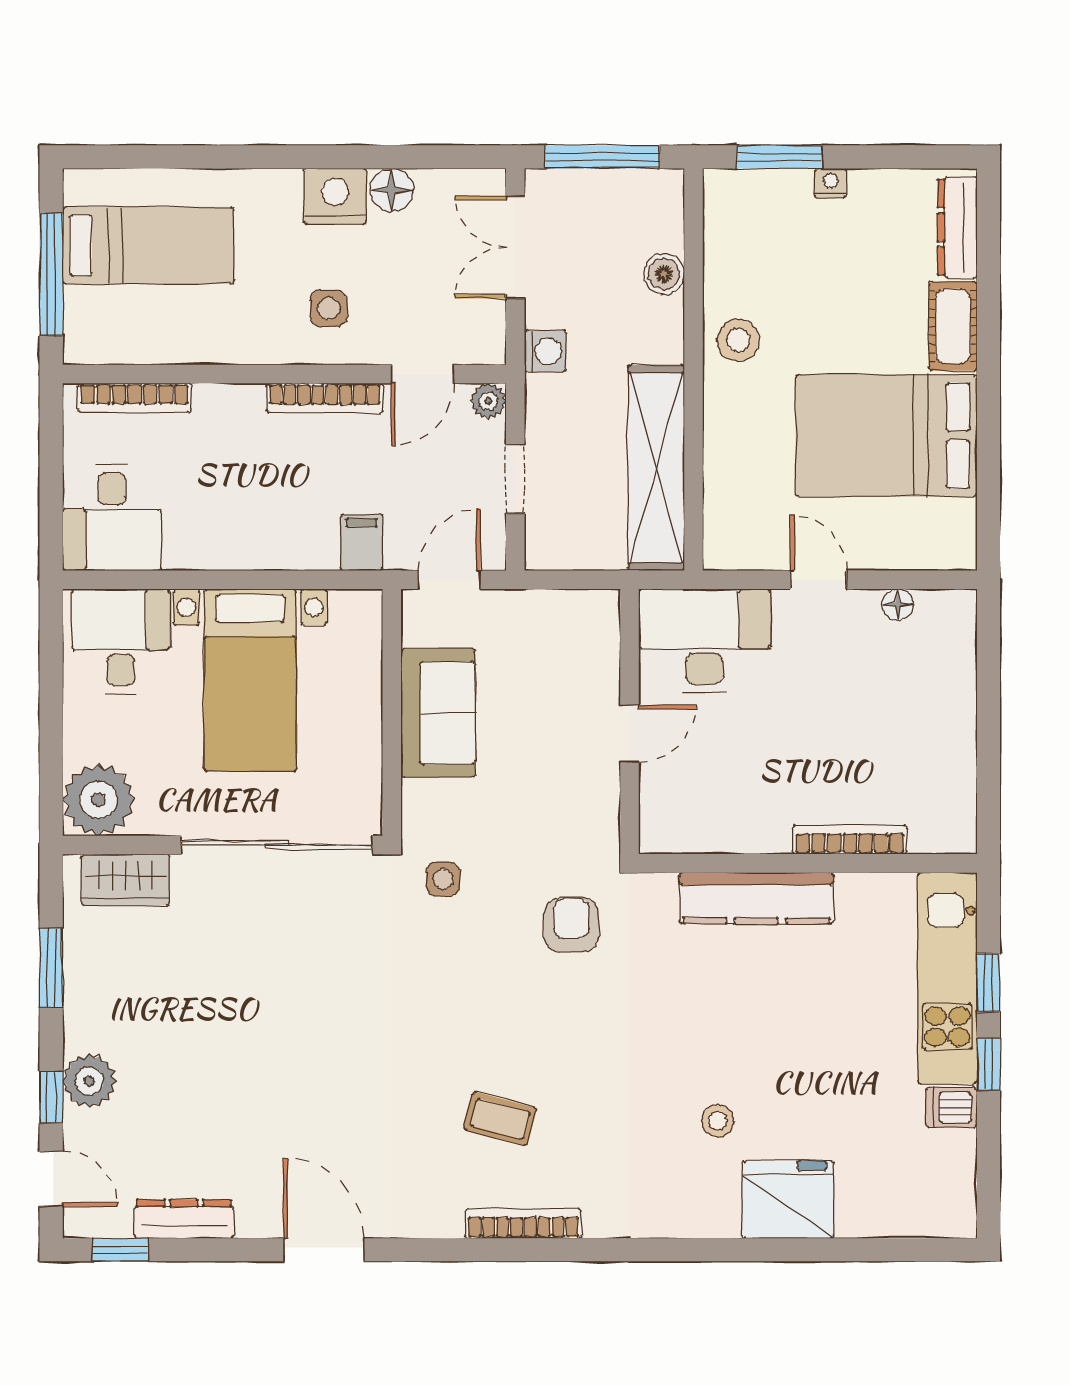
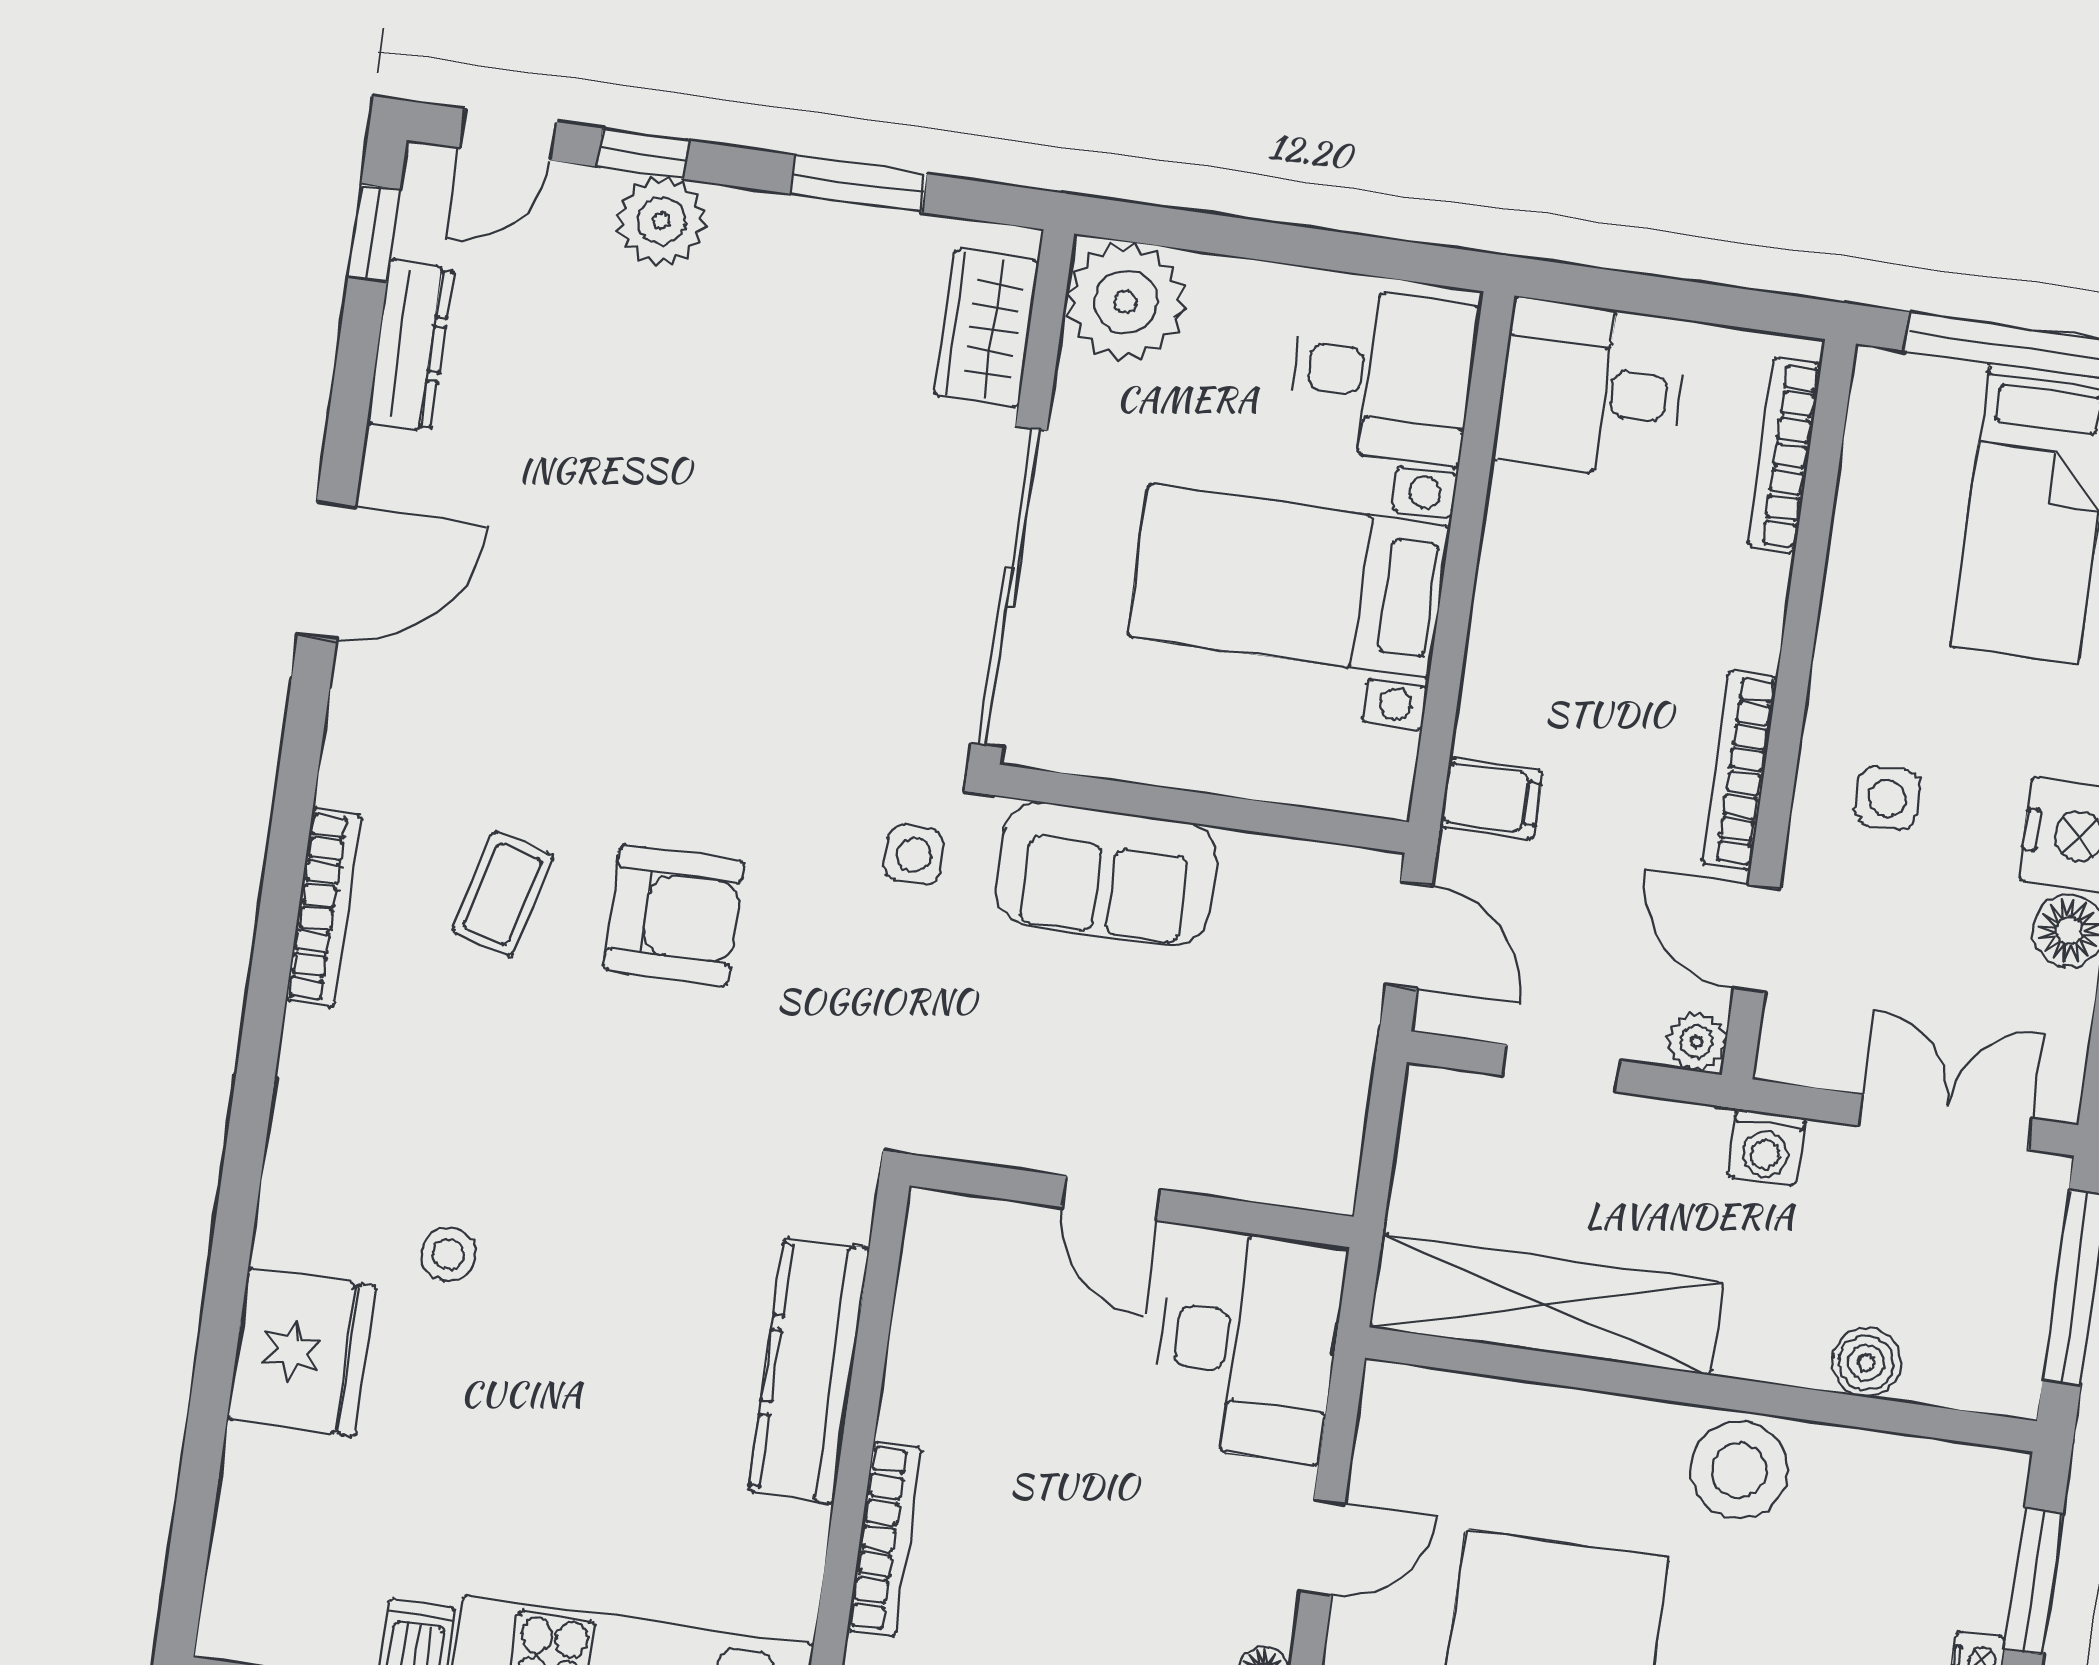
stool: (738, 340) -> (1739, 1470), width x1.38, depth x1.38
sofa: (438, 713) -> (1106, 873), moved
armchair: (571, 925) -> (674, 915), moved, width x1.38, depth x1.38

